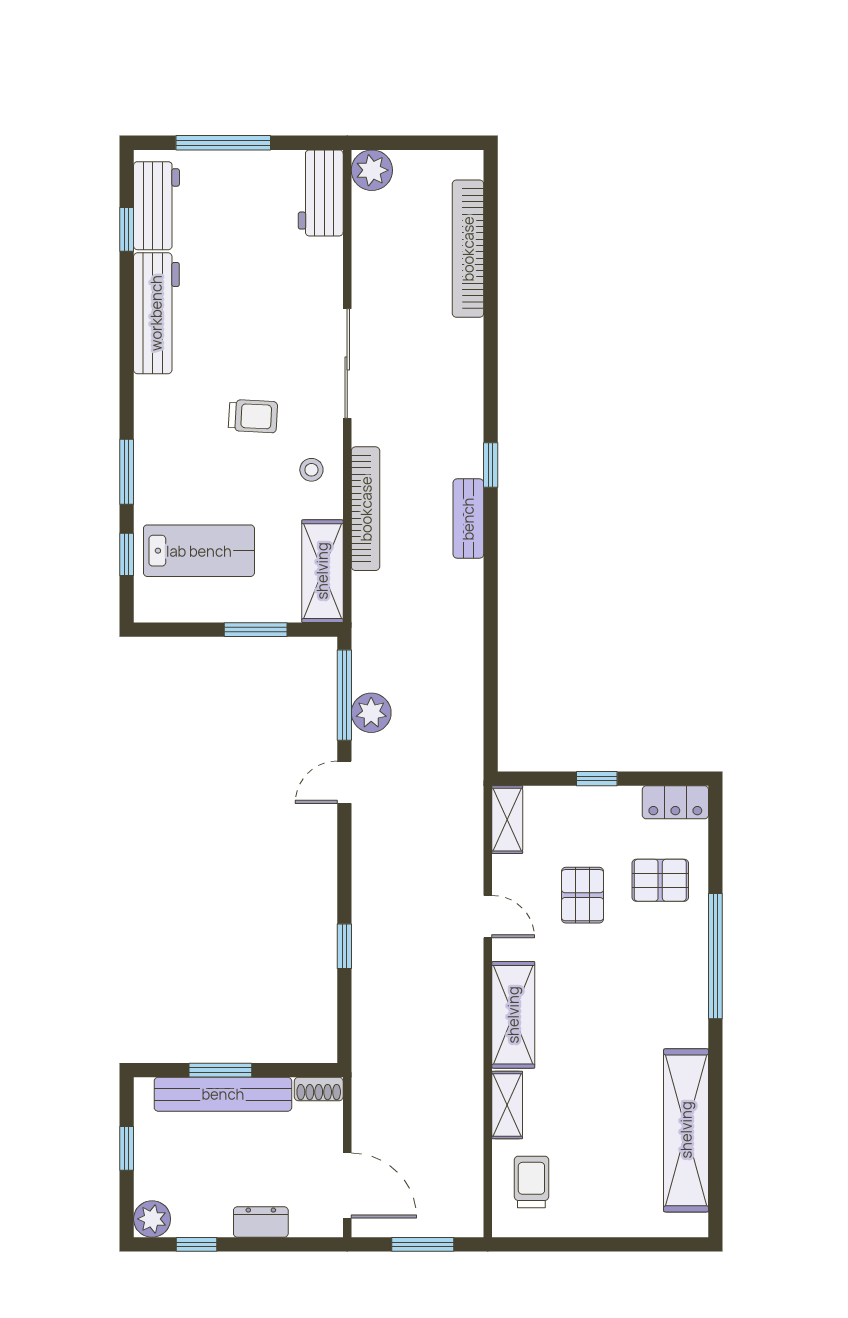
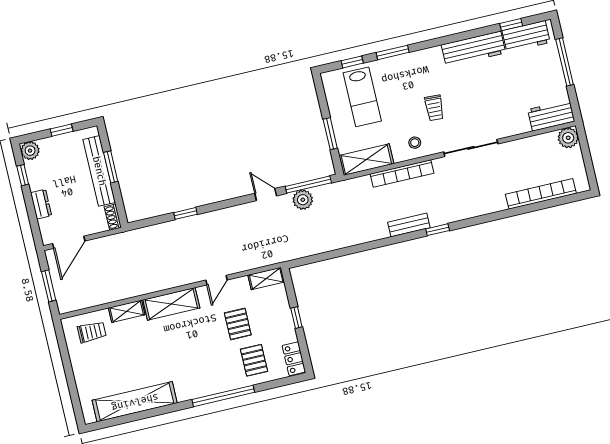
pallet: (583, 895) -> (238, 324), turned 90

